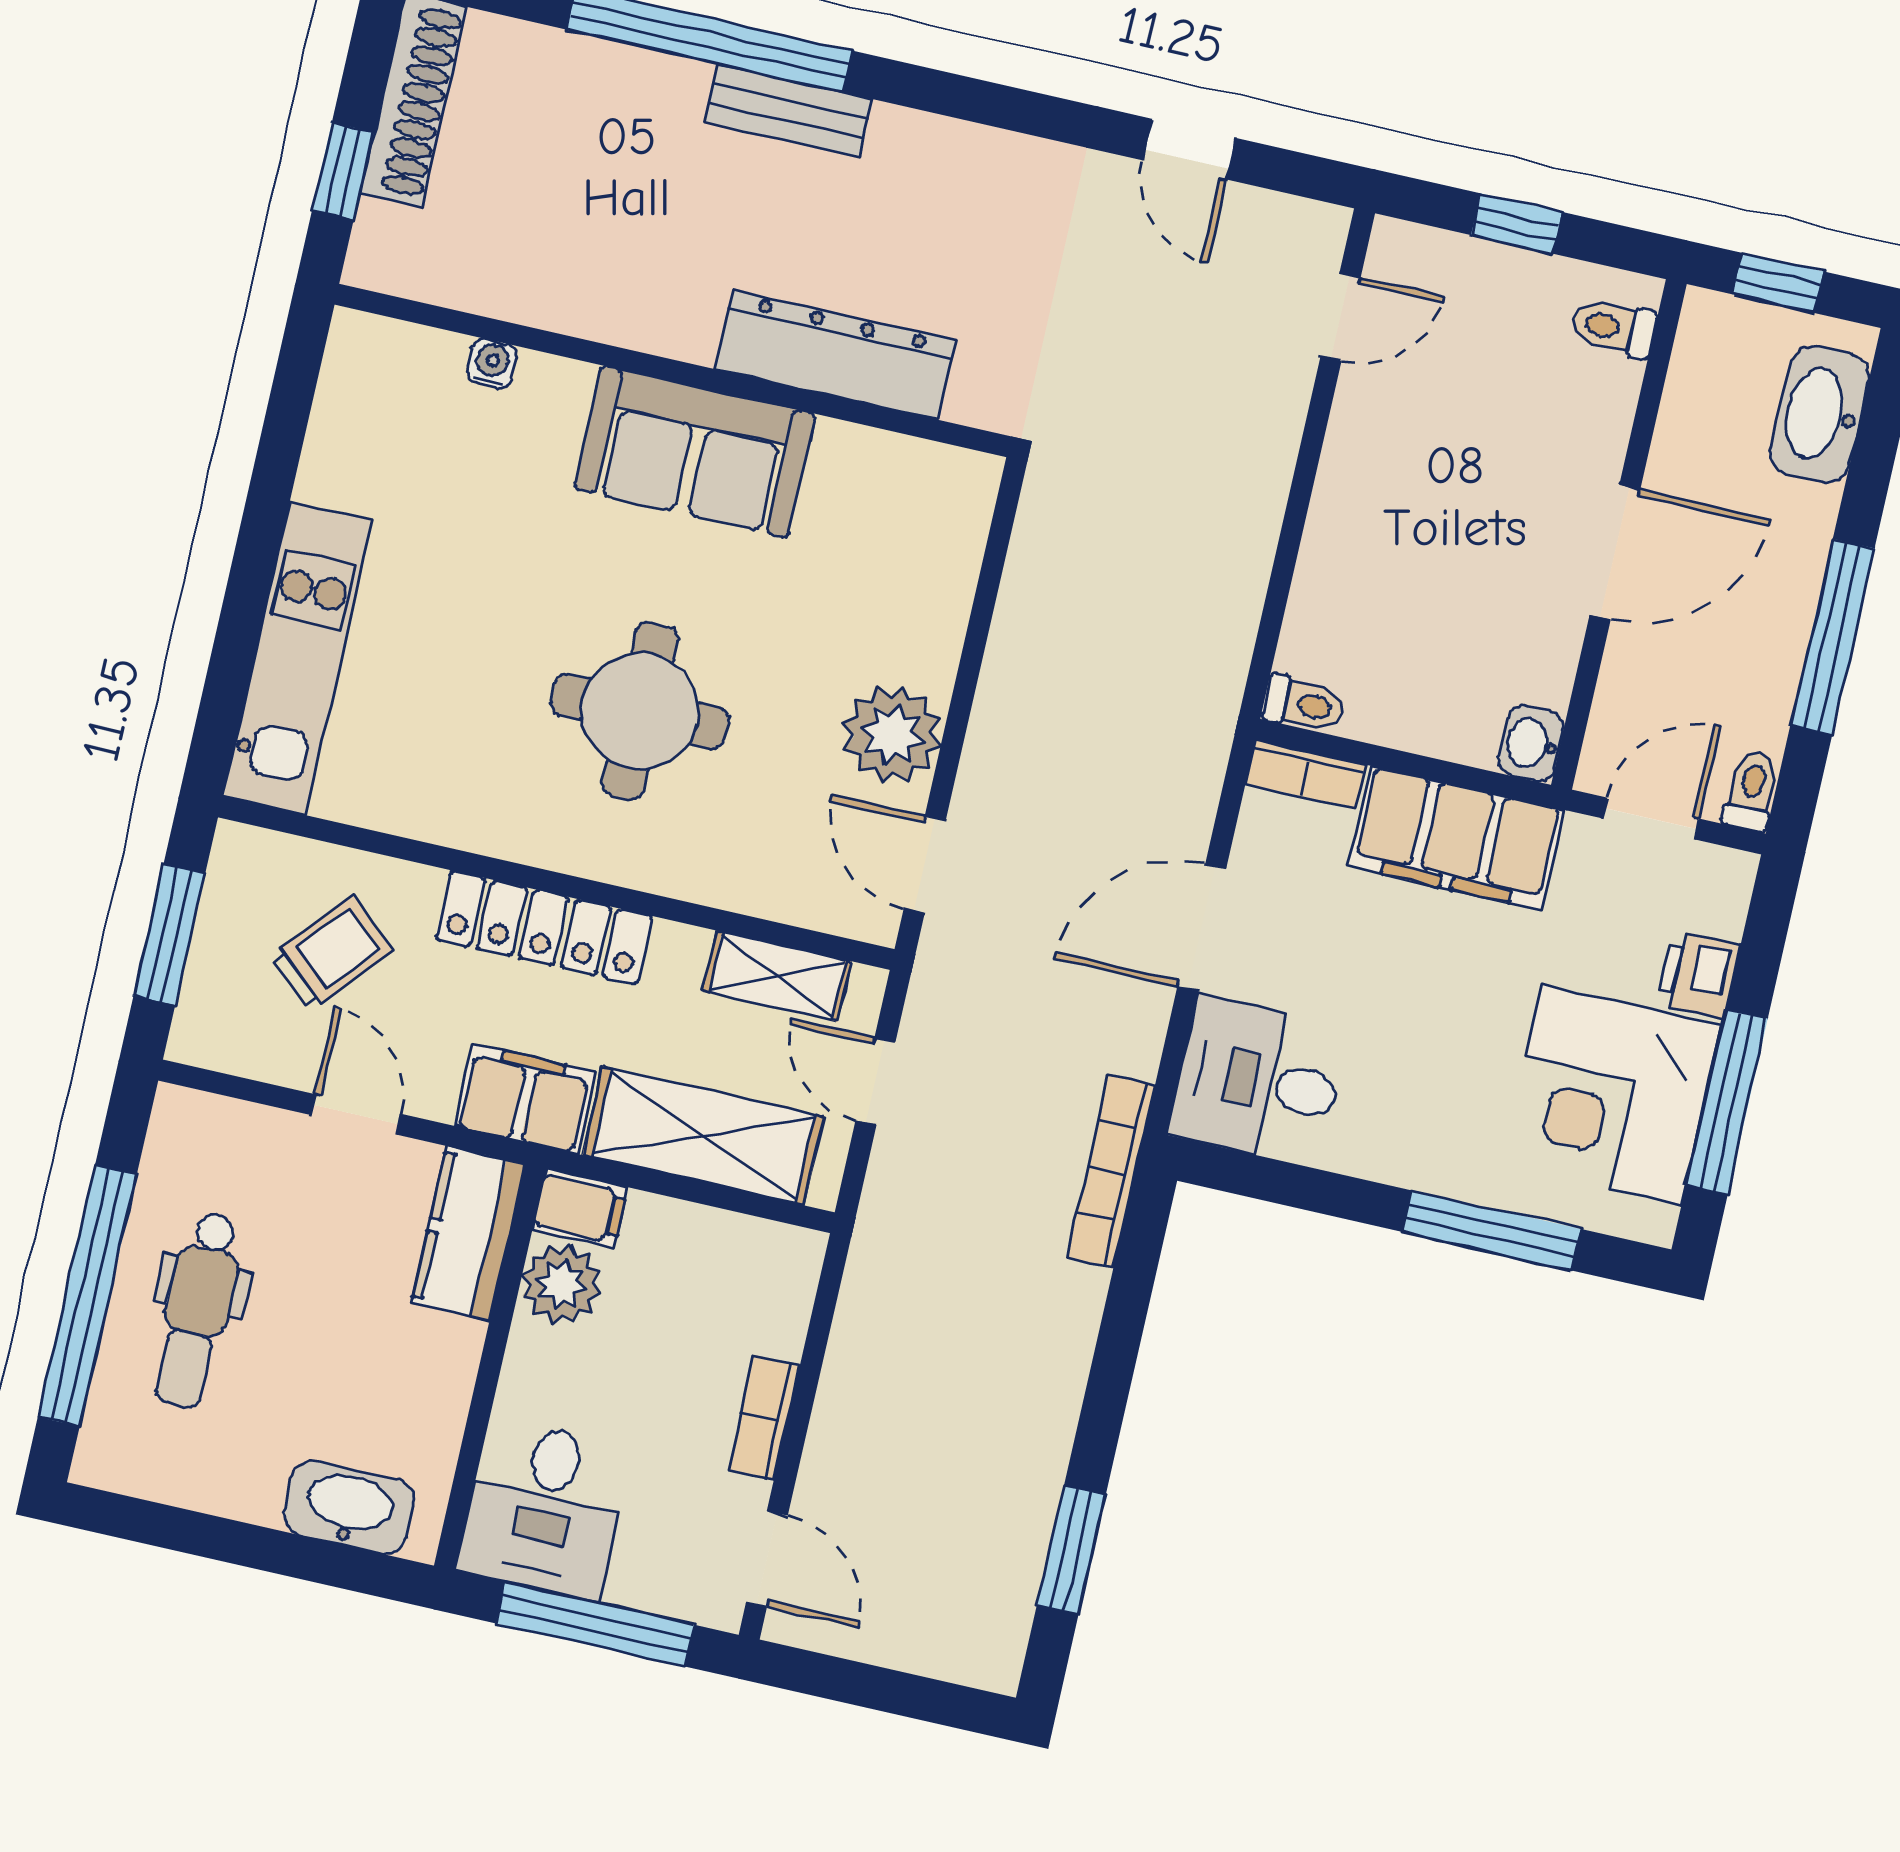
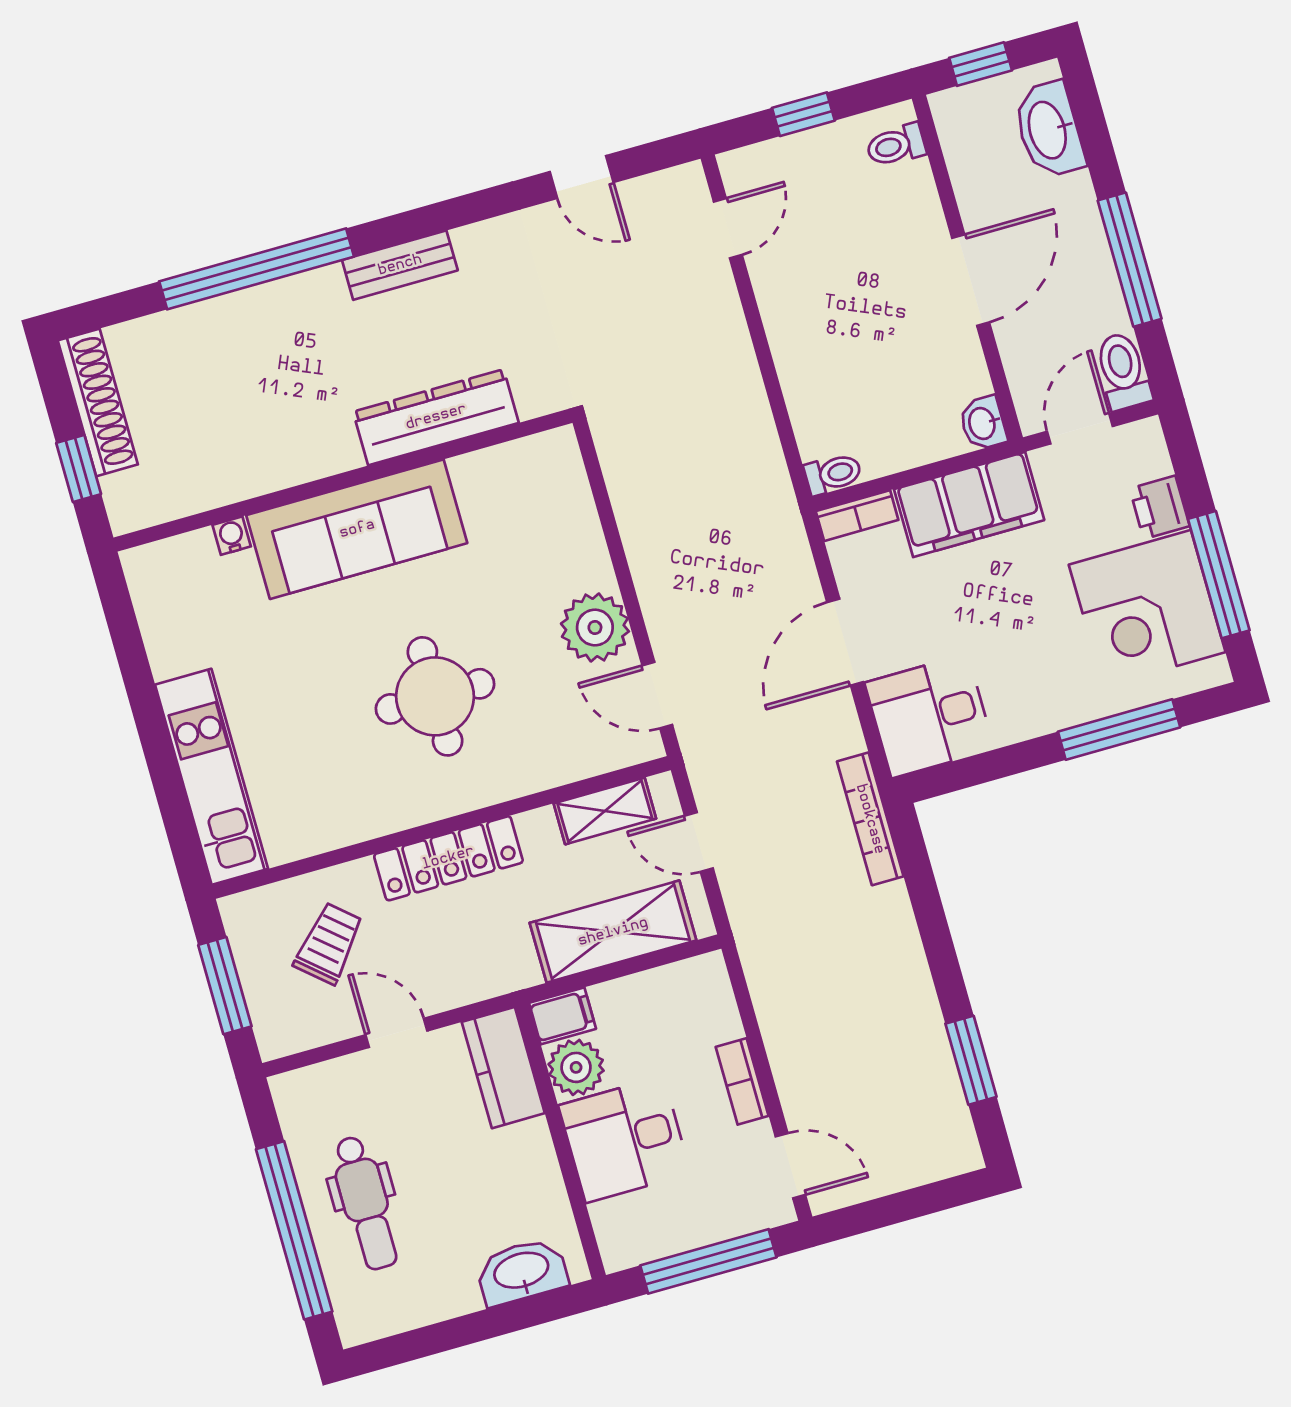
bench: (789, 111) -> (400, 265), moved
sofa: (695, 452) -> (357, 529), width x1.36
toilet: (1751, 791) -> (1123, 371), width x1.37, depth x1.39
filing cabinet: (525, 1099) -> (493, 968), removed
desk: (545, 1509) -> (625, 1139), moved, turned 90

